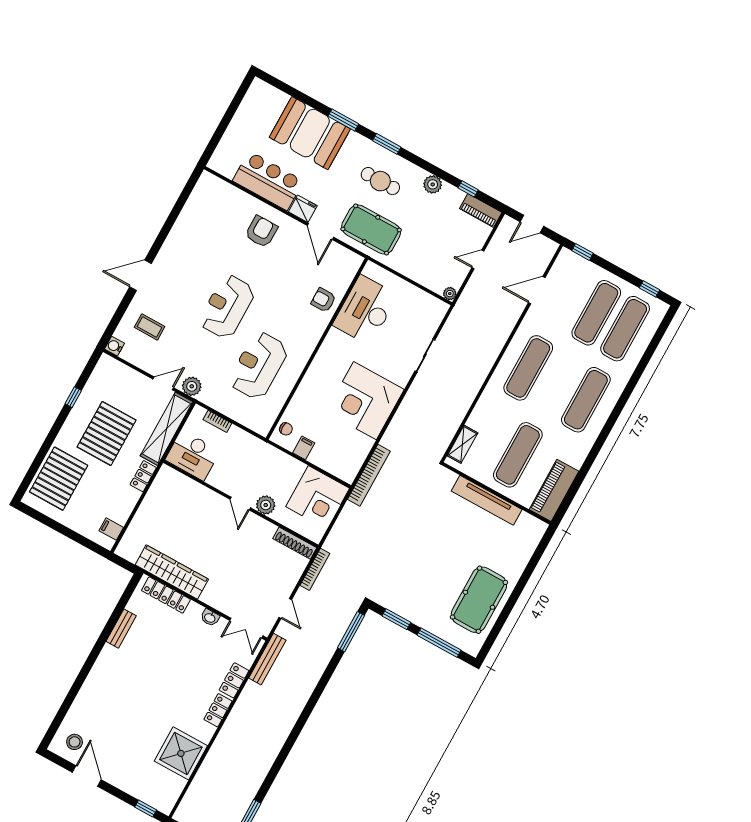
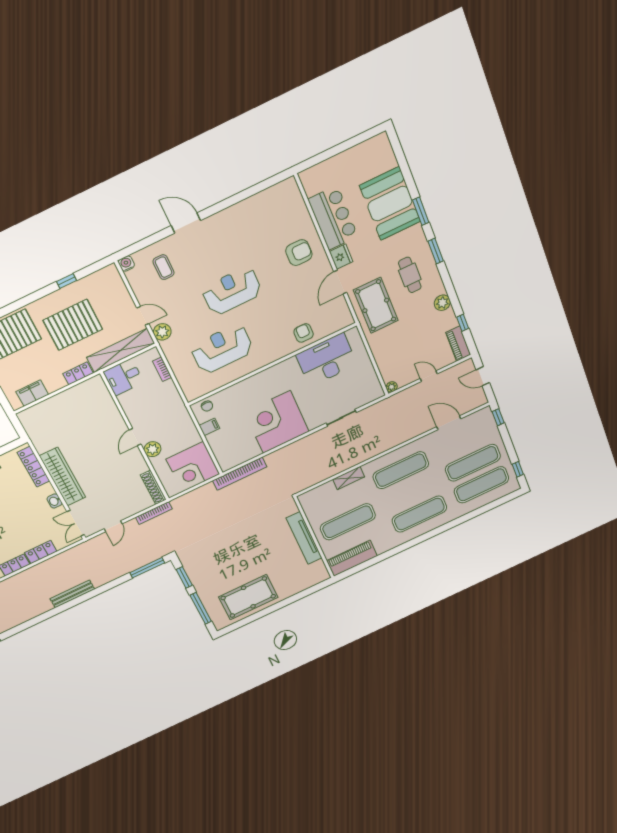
shelving: (463, 444) -> (349, 478), moved
desk: (193, 455) -> (123, 377), width x0.73
filing cabinet: (111, 529) -> (32, 393), width x2.00
wardrobe: (172, 572) -> (63, 477), moved
bench: (267, 659) -> (72, 594), moved

